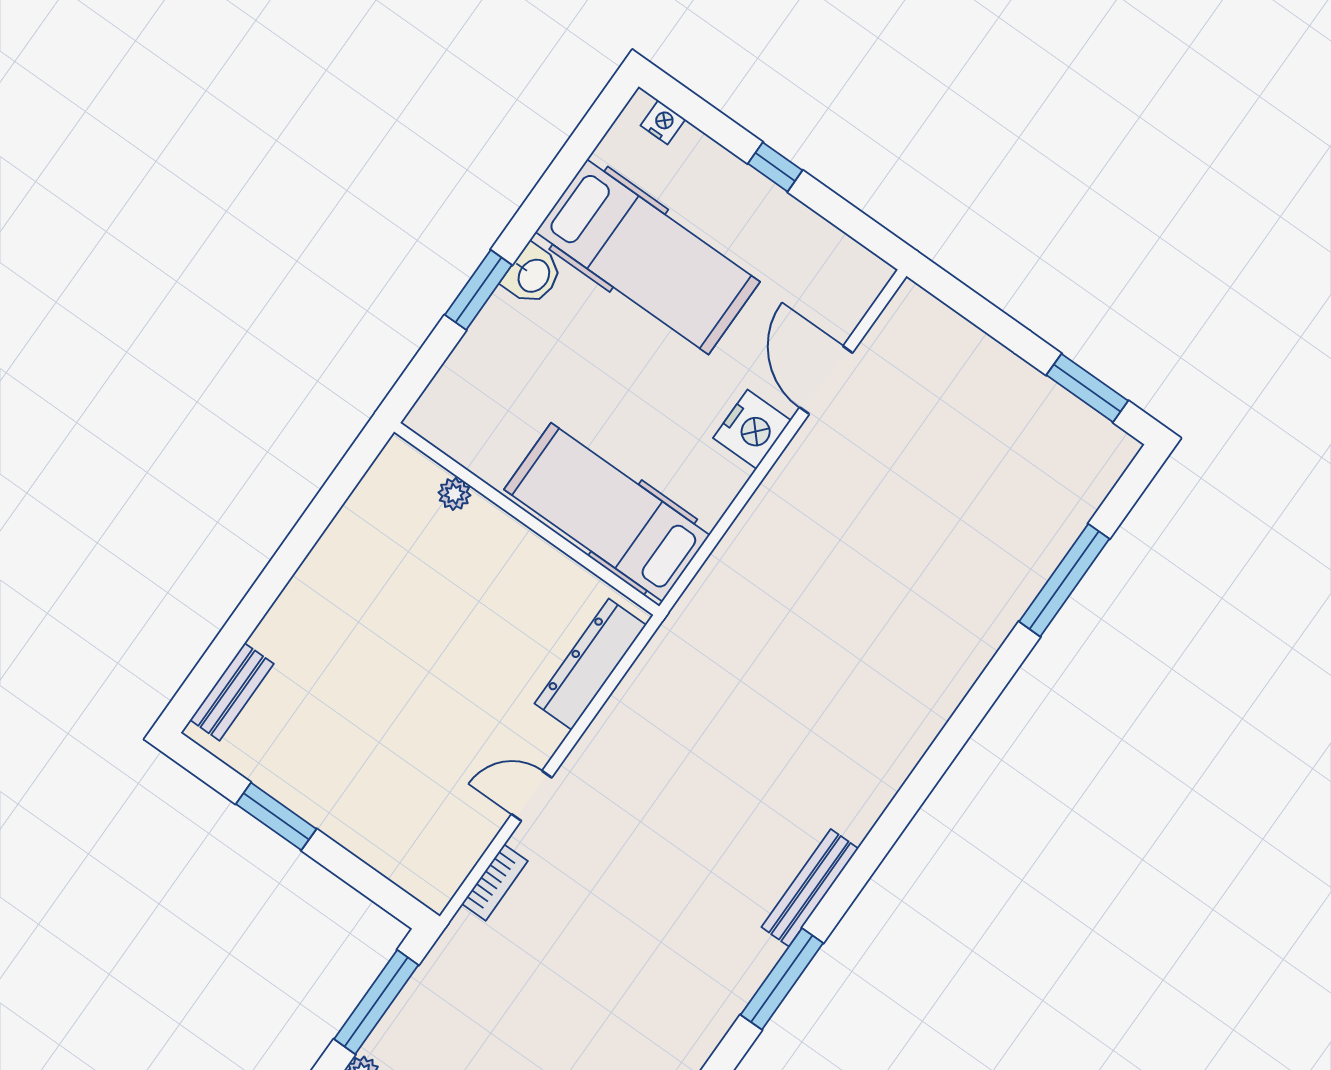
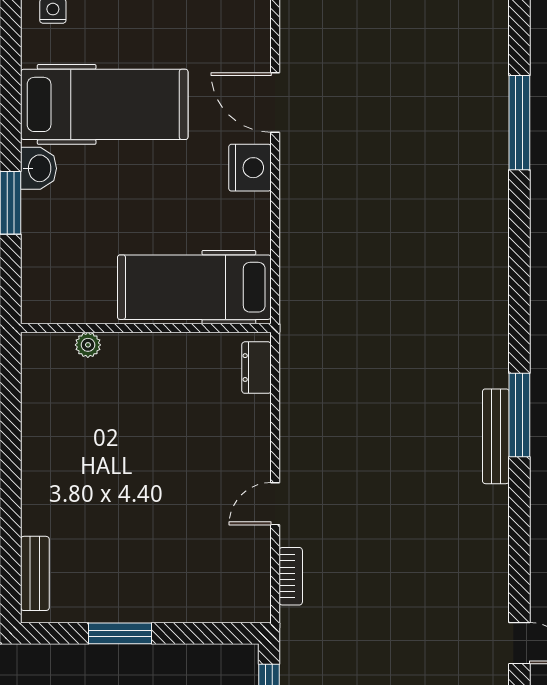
dresser: (590, 664) -> (256, 368), width x0.51, depth x0.80
window: (782, 979) -> (519, 415), moved

